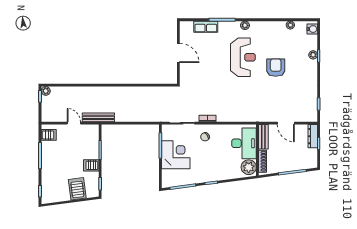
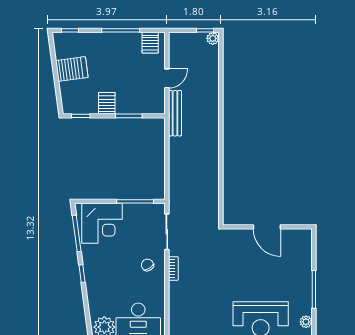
row of seats: (206, 27) -> (304, 266), removed
door: (178, 53) -> (267, 227), hinge flipped
corner desk: (176, 155) -> (102, 223), moved
server rack: (77, 189) -> (72, 69), moved

